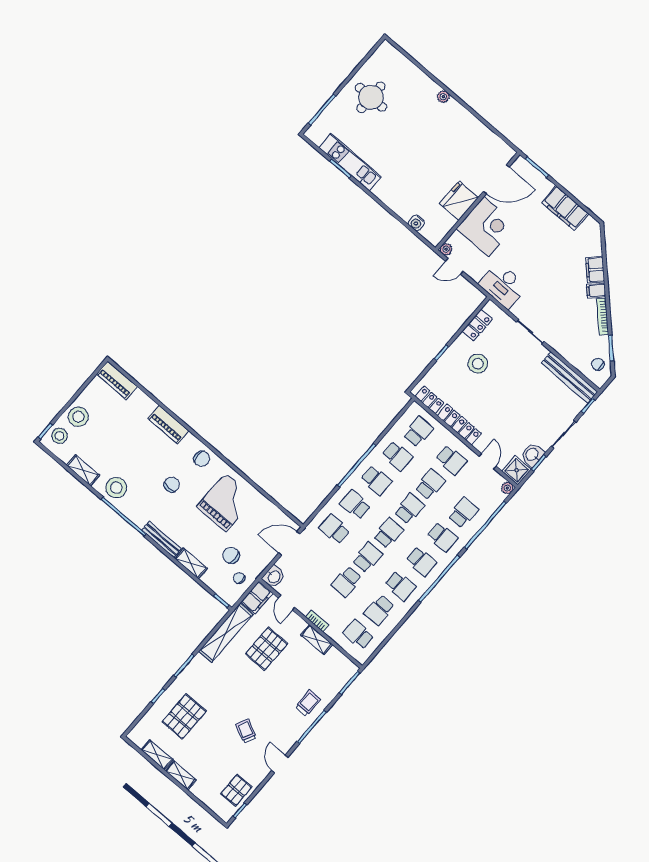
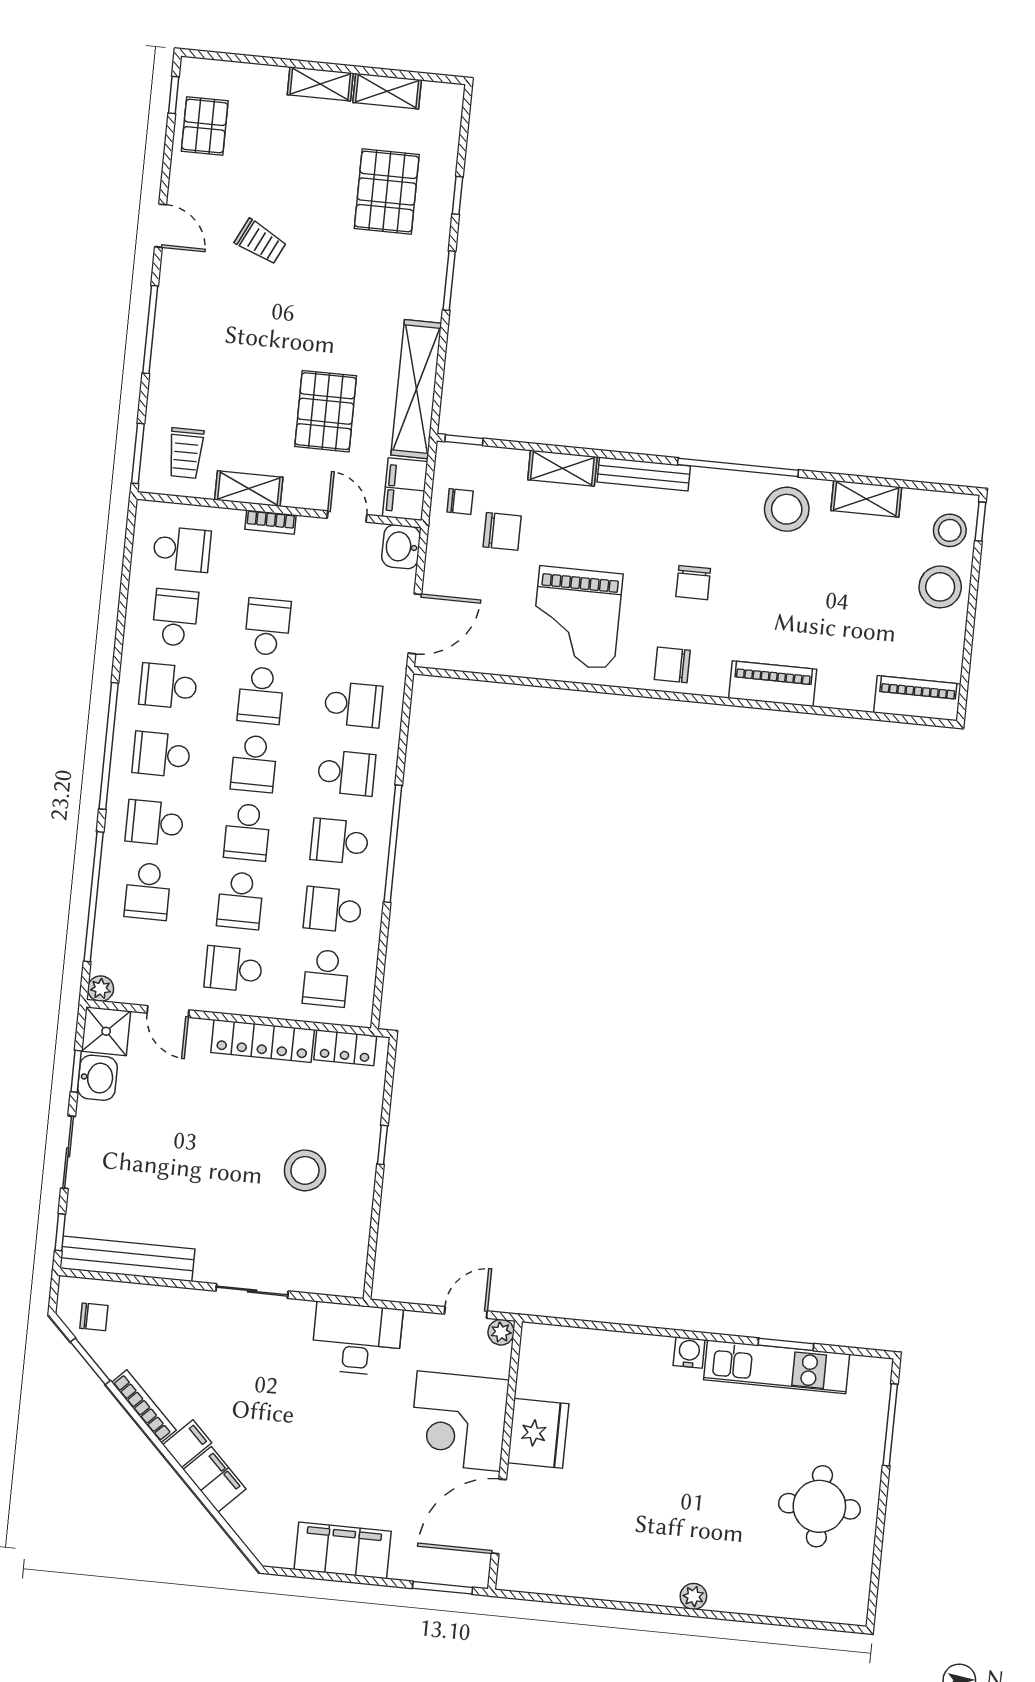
water cooler: (416, 223) -> (689, 1353), moved
locker: (477, 325) -> (353, 1238), removed
trolley: (308, 703) -> (186, 453), moved

